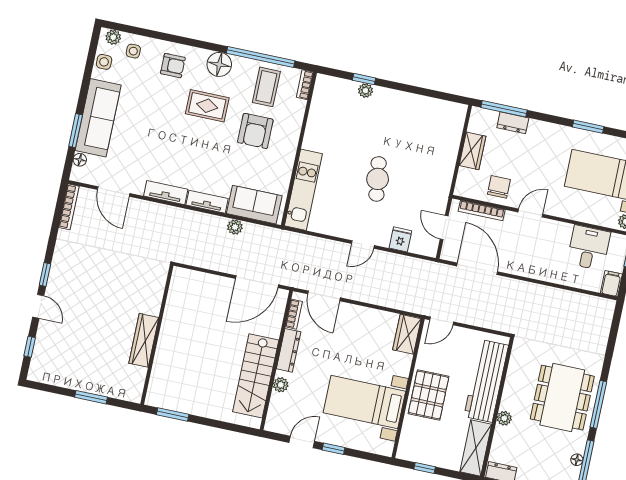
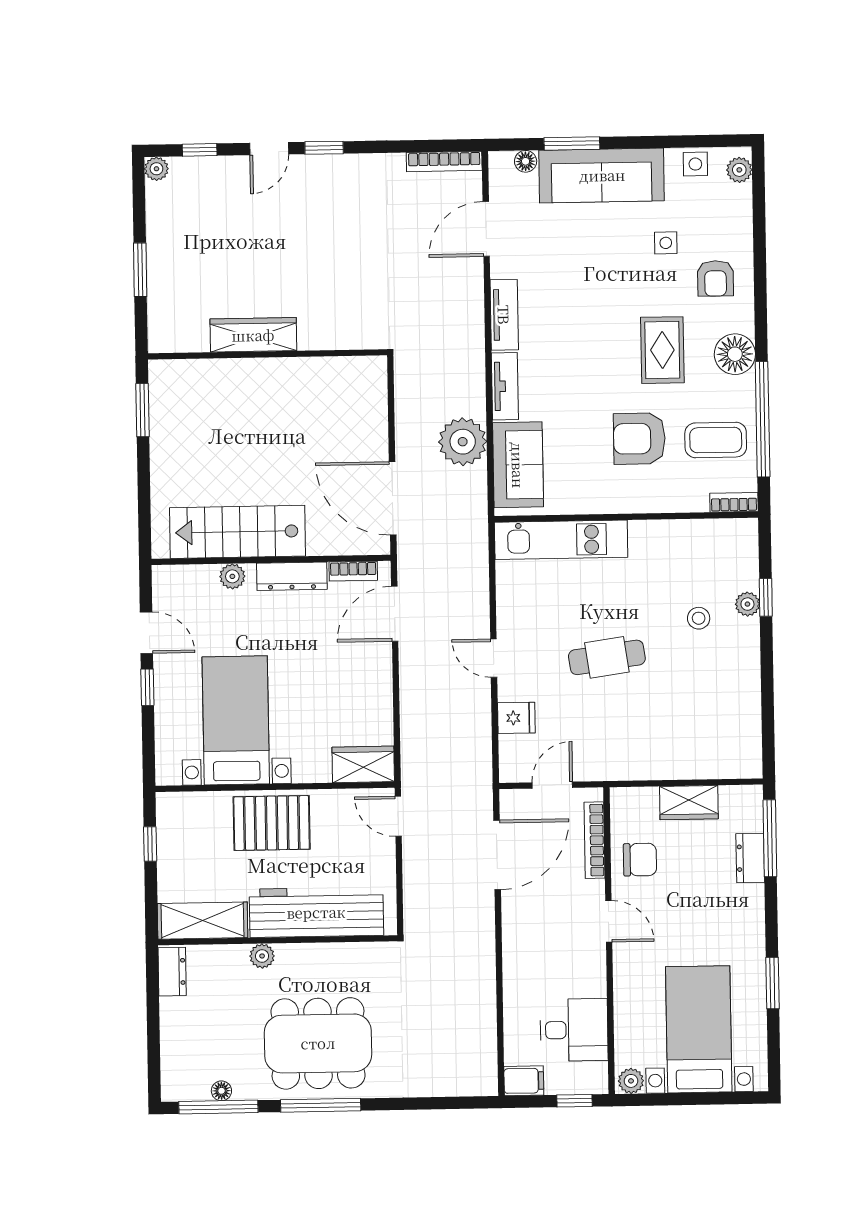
side table: (133, 51) -> (666, 243), moved
stool: (367, 121) -> (699, 618), added
plant: (235, 227) -> (463, 442), width x1.87, depth x1.87
plant: (35, 374) -> (156, 169), added

